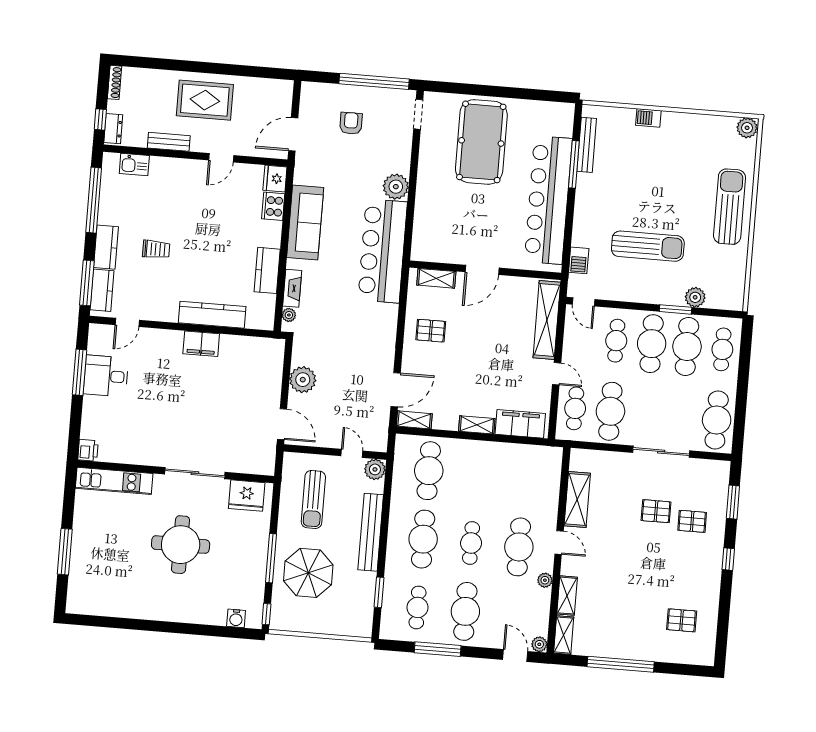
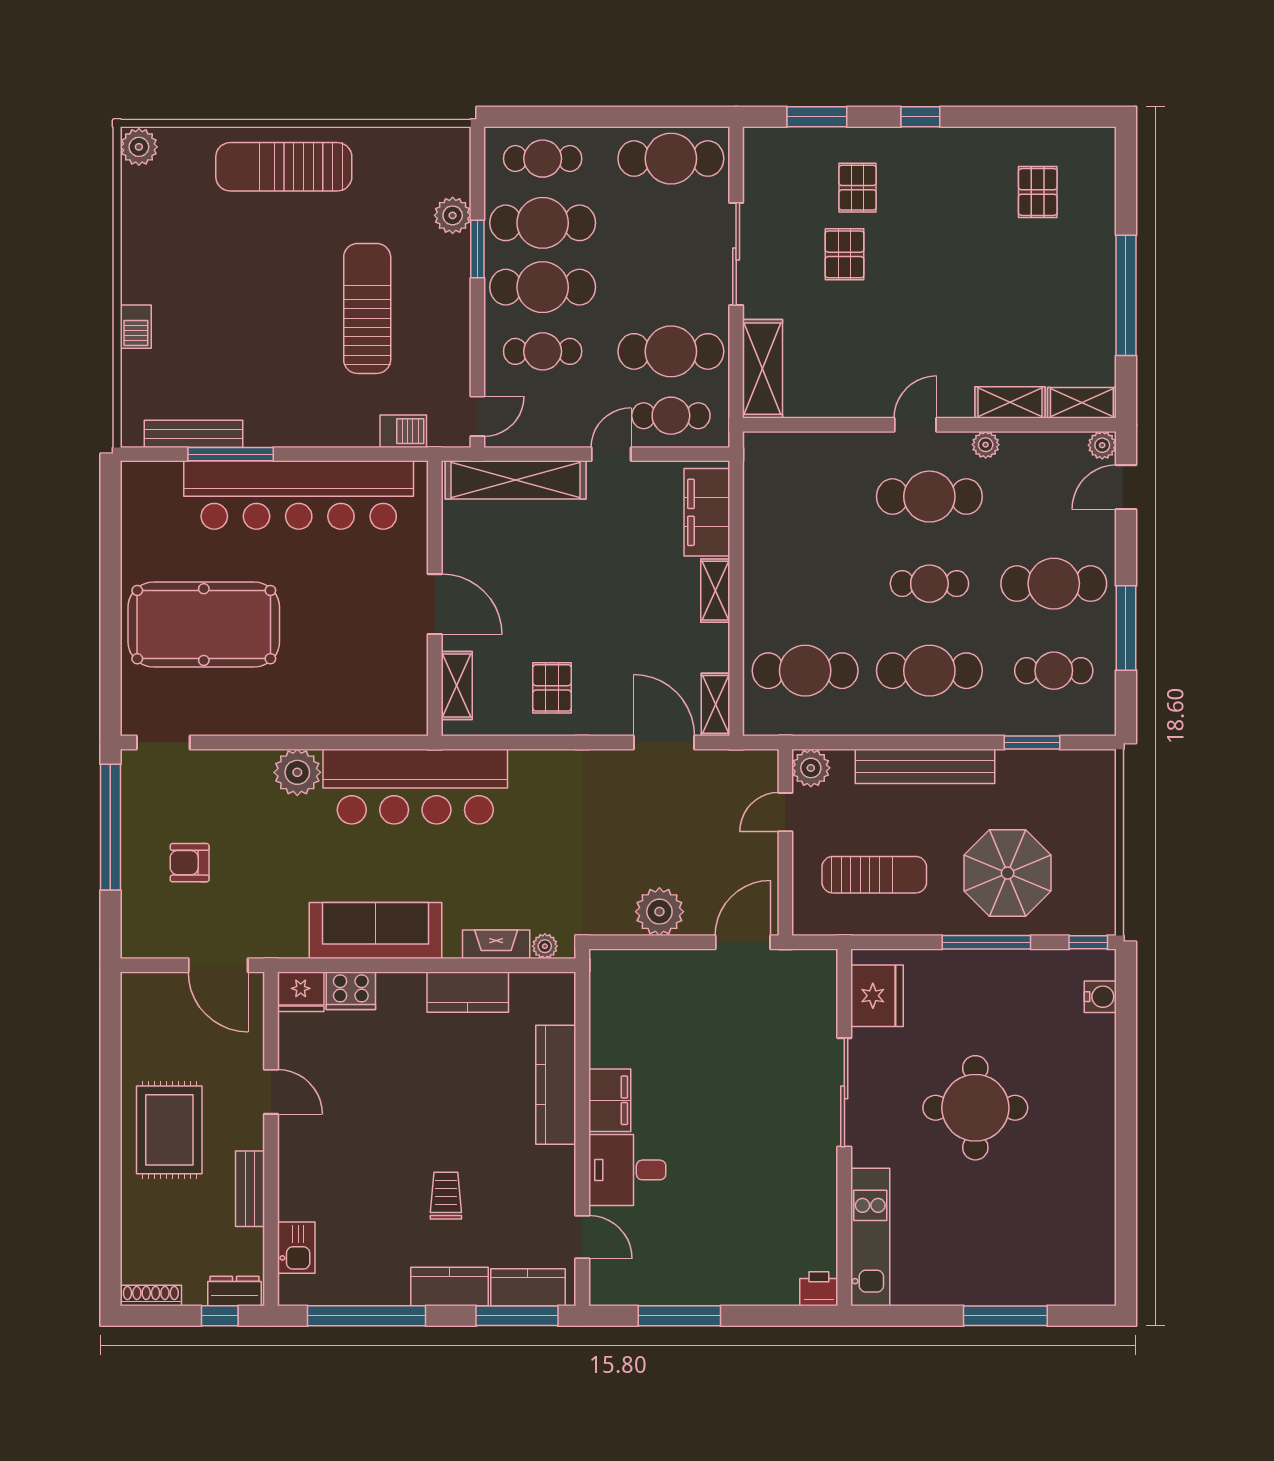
desk: (106, 376) -> (627, 1170), moved, turned 90
shelving: (577, 499) -> (762, 369), moved, turned 90

